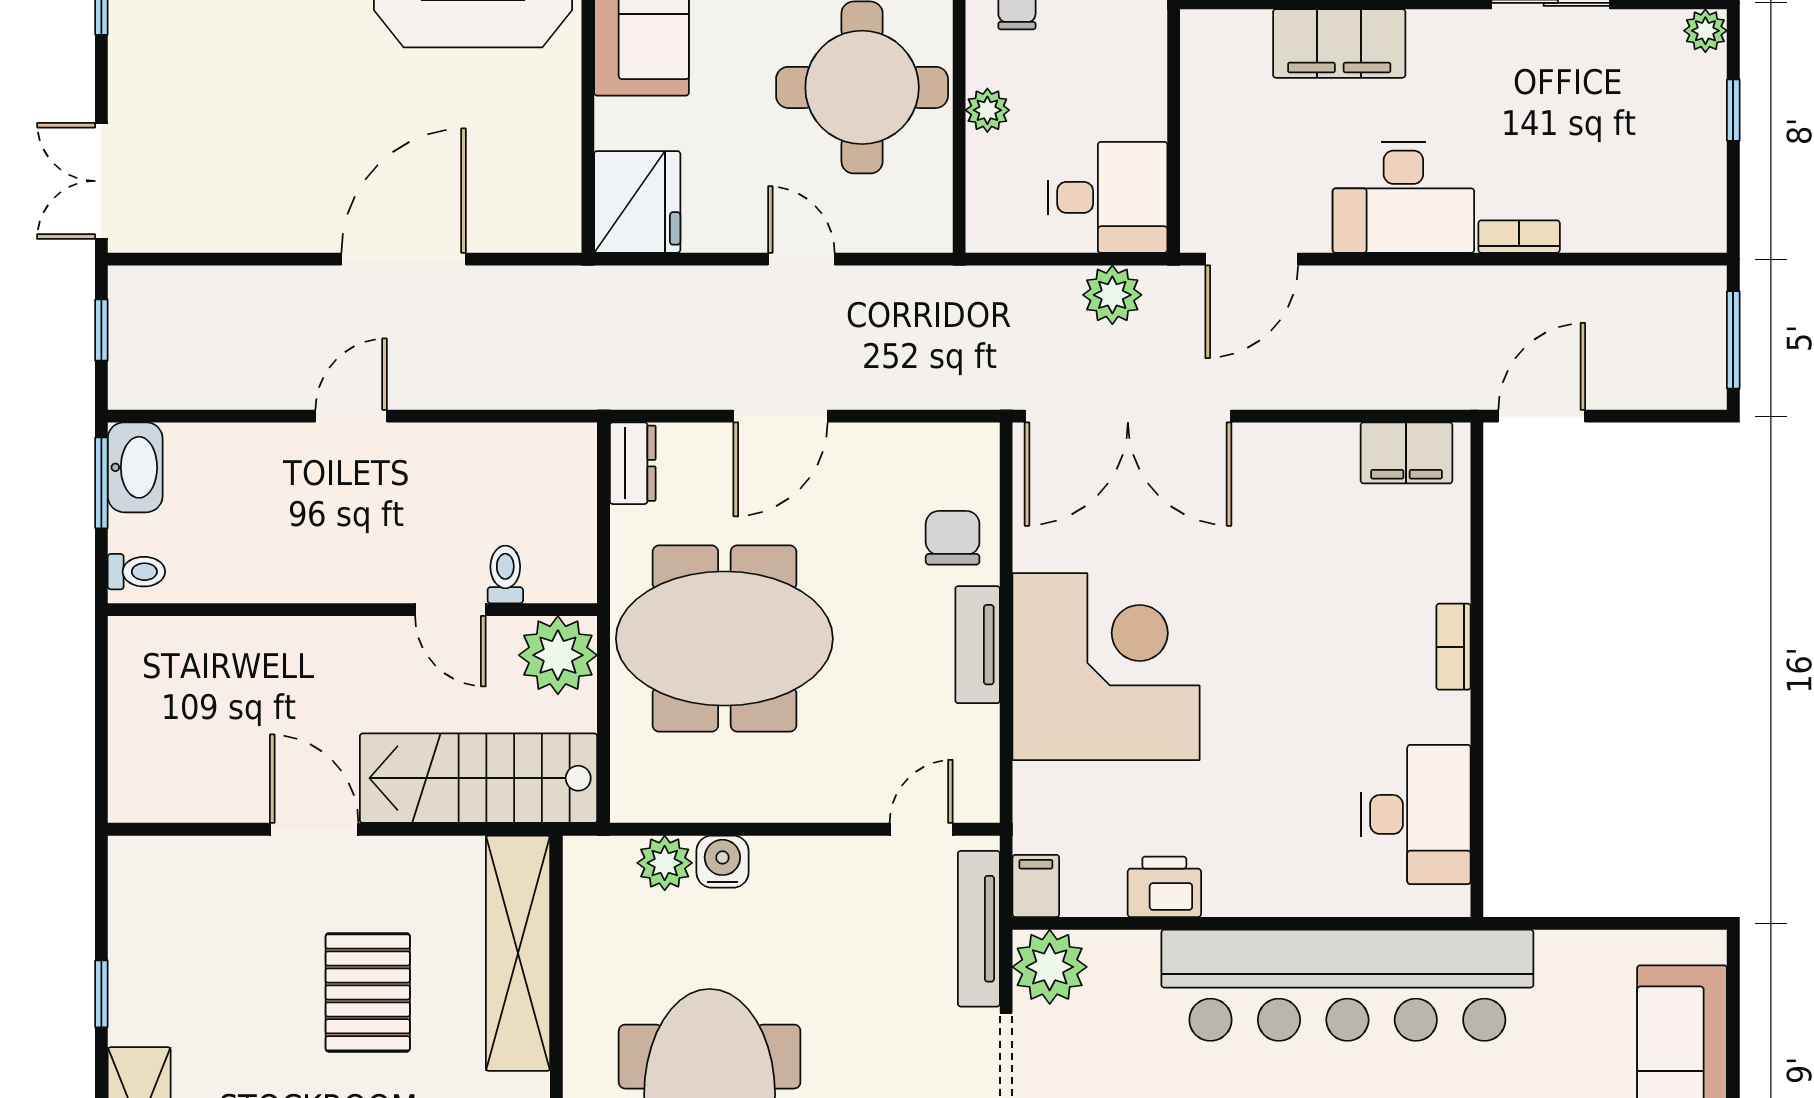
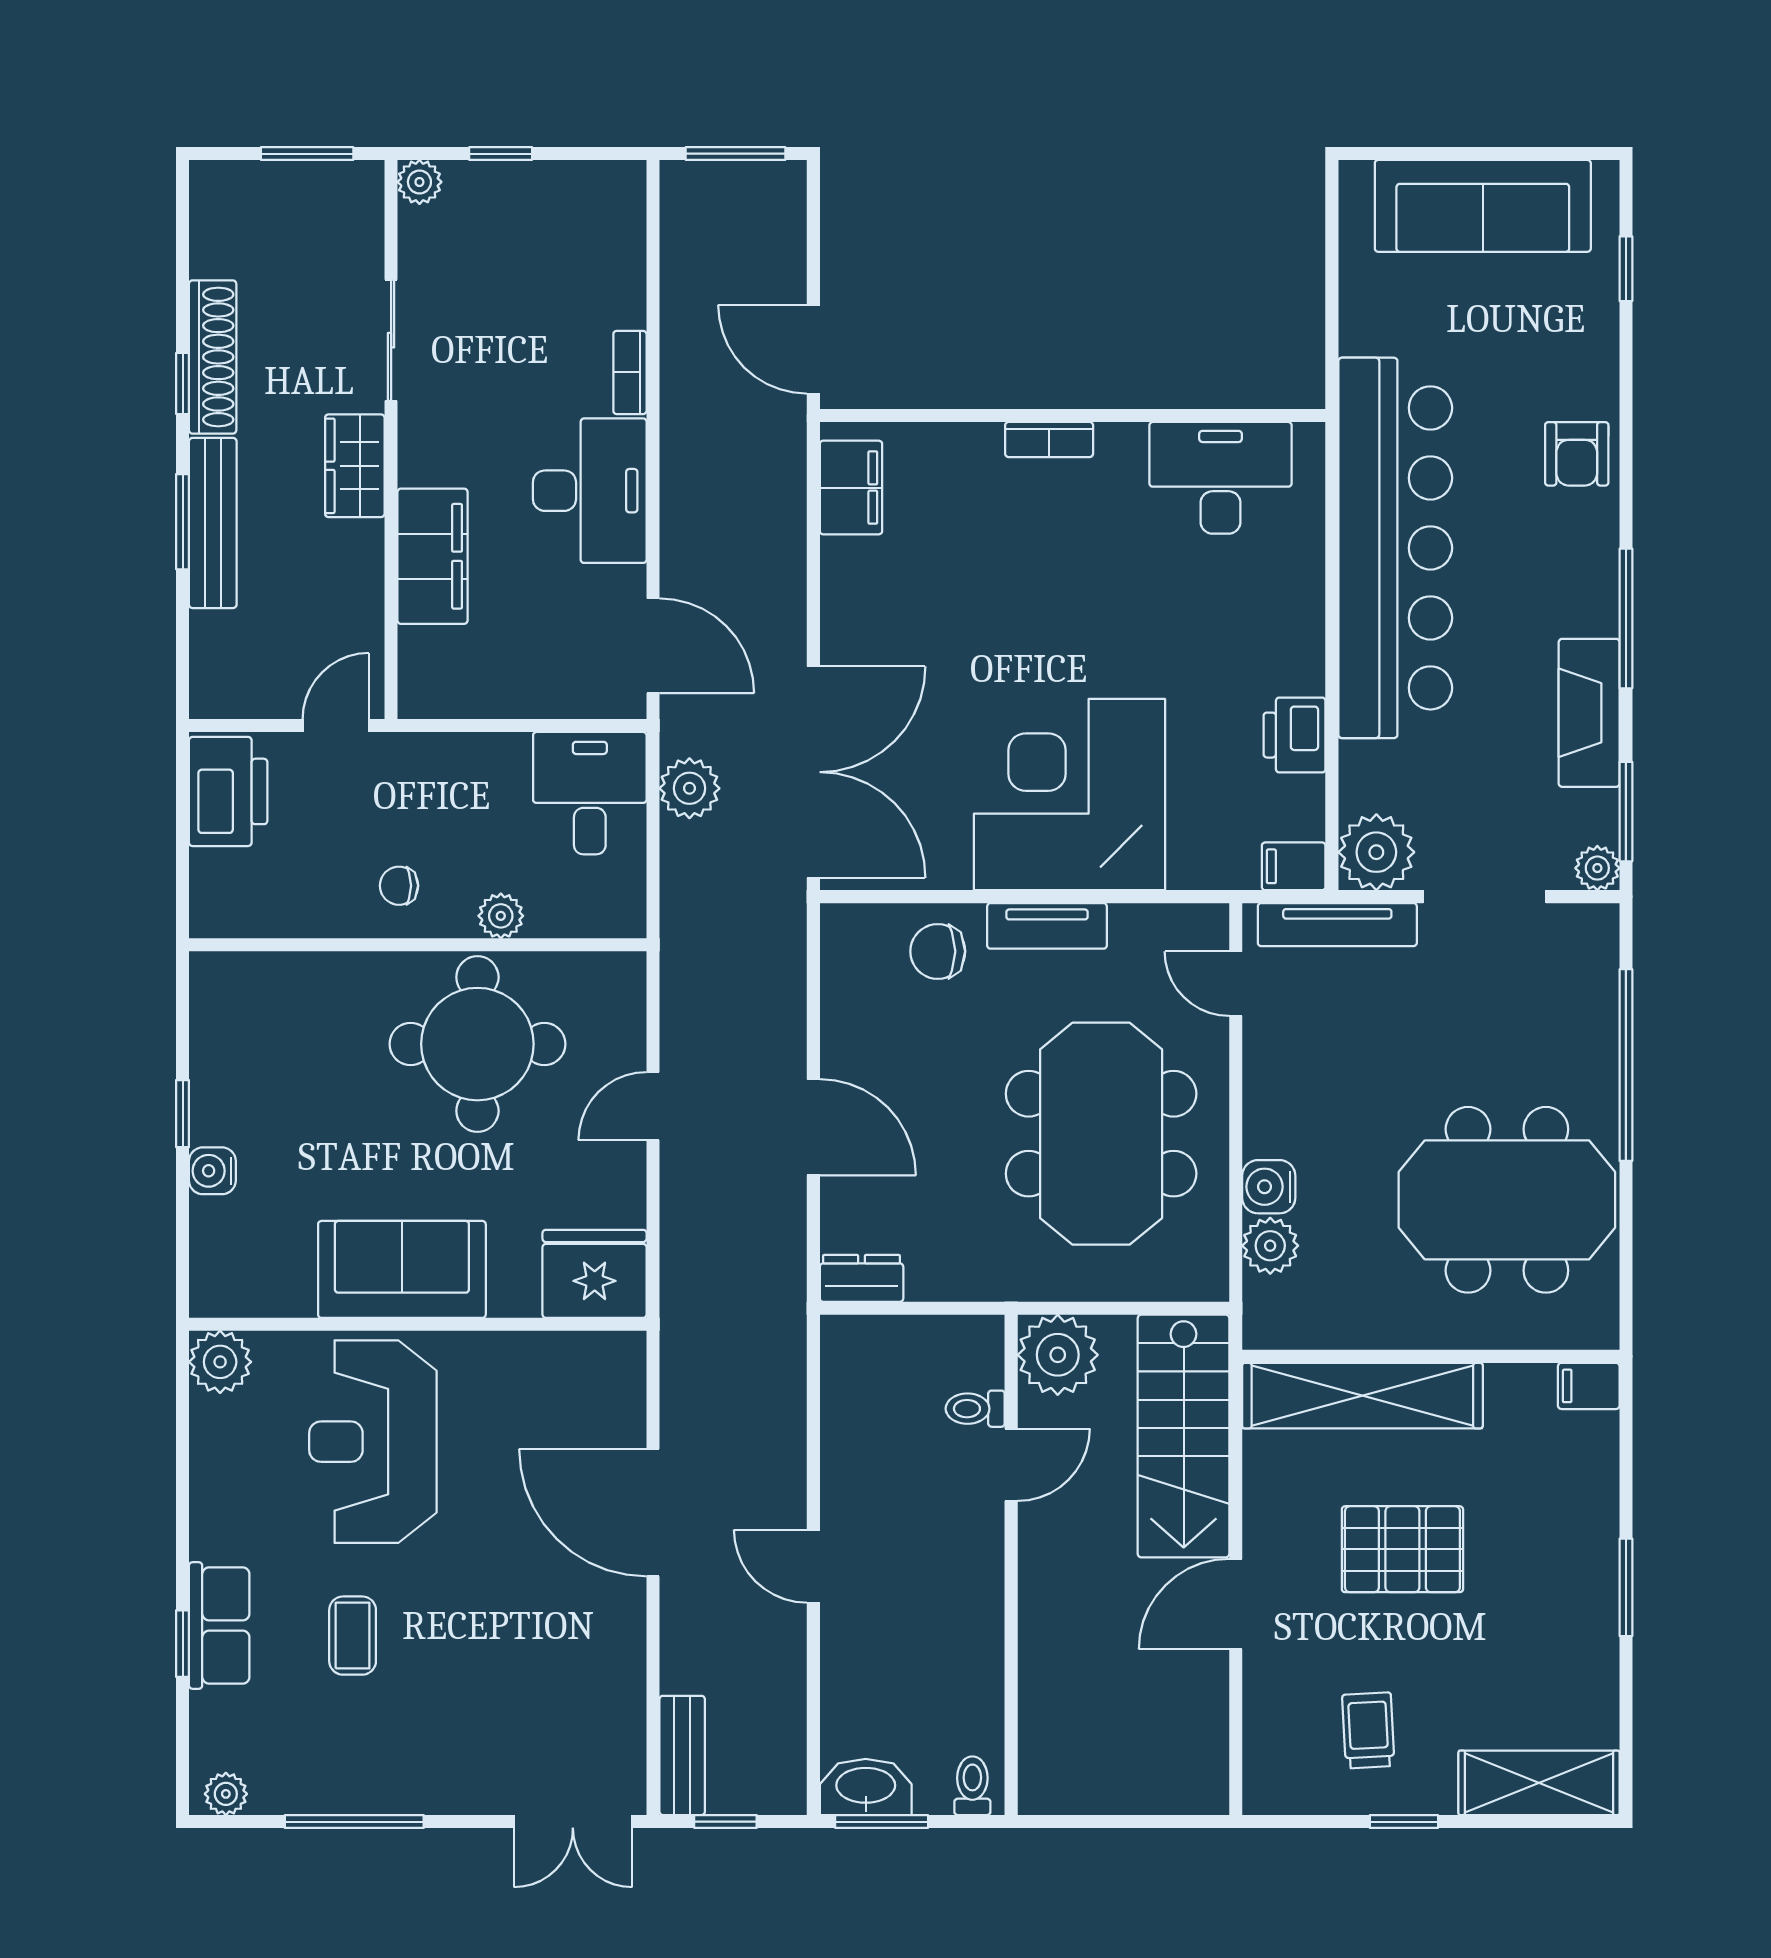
bench: (166, 288) -> (682, 1755), added
meeting table: (724, 639) -> (1101, 1134), moved
trolley: (191, 959) -> (1368, 1730), added

